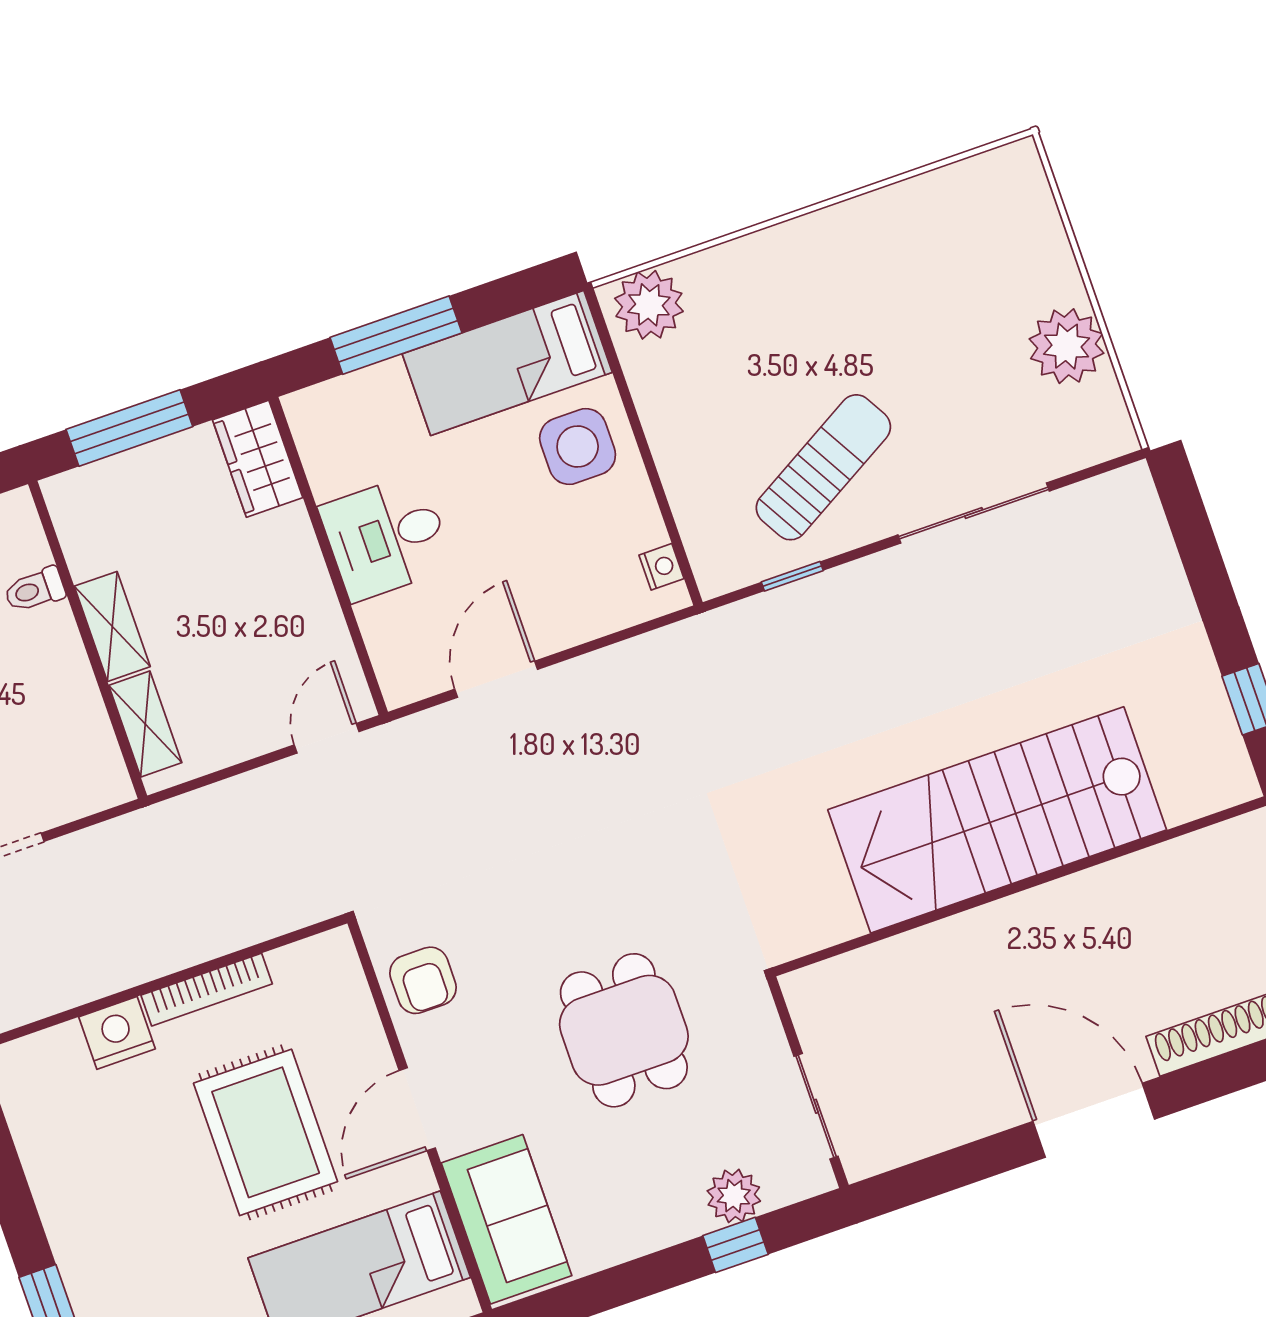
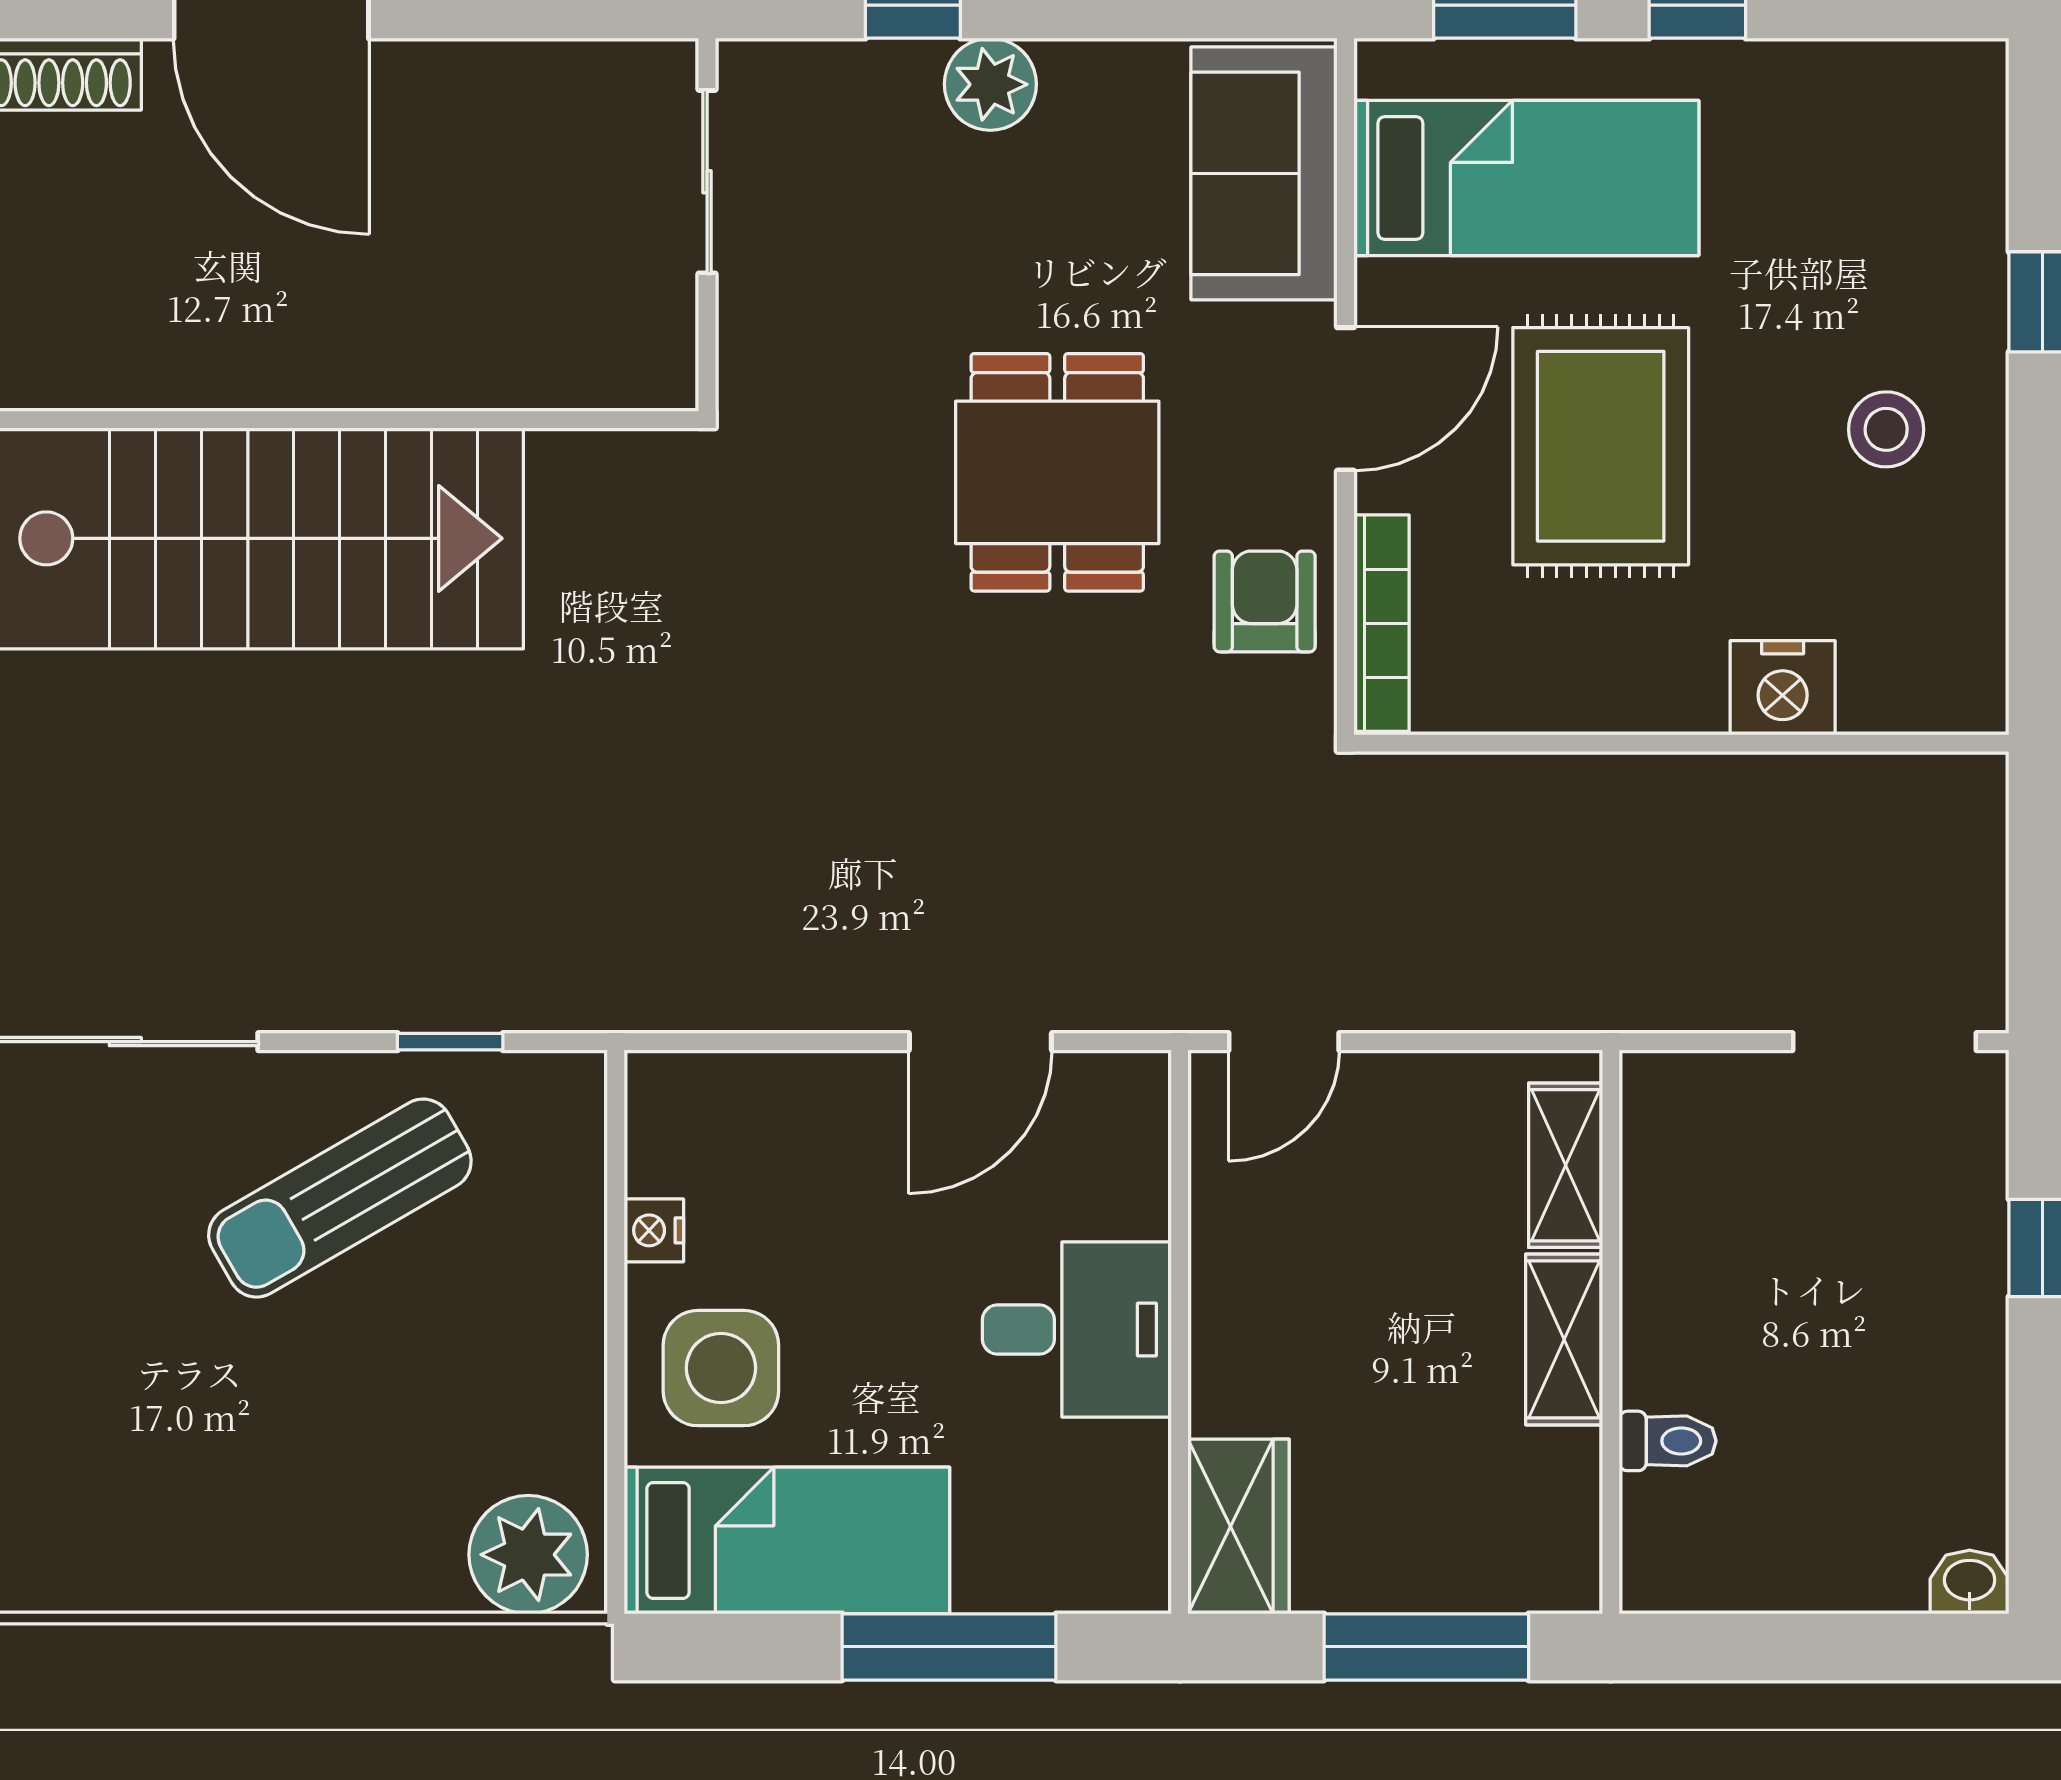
nightstand: (661, 567) -> (654, 1230), moved
bookcase: (207, 990) -> (1382, 623), moved, turned 90
dining table: (624, 1030) -> (1057, 472), moved
plant: (734, 1196) -> (990, 84), moved
stool: (109, 1197) -> (1886, 429), added

